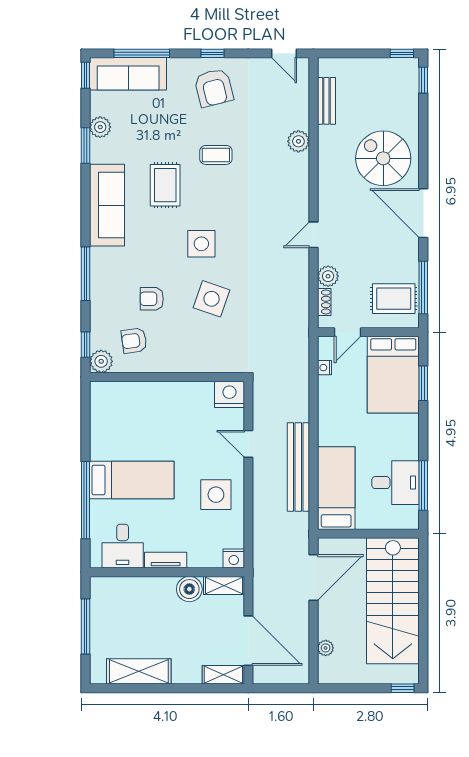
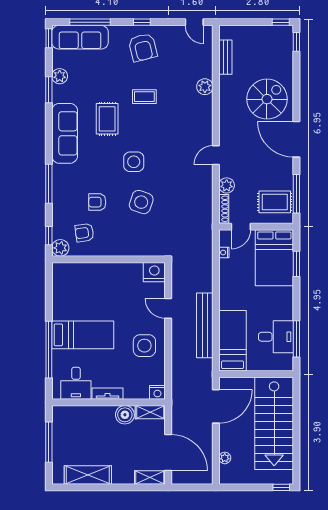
spiral stairs: (383, 158) -> (267, 99), turned 90
shoe rack: (324, 302) -> (224, 209), width x1.43

